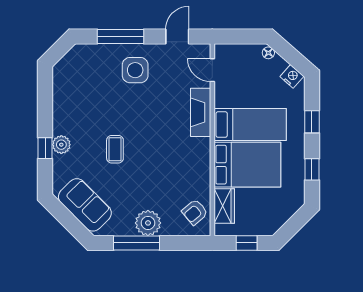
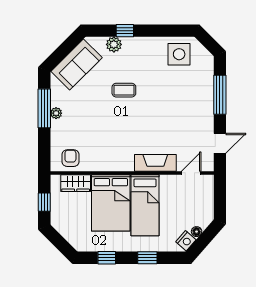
door: (177, 37) -> (220, 143), hinge flipped
floor lamp: (268, 53) -> (197, 232), moved
side table: (135, 70) -> (179, 54), moved
plant: (61, 145) -> (114, 44), moved
armchair: (195, 212) -> (70, 158), turned 40
plant: (148, 223) -> (56, 113), width x0.53, depth x0.53

